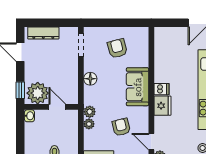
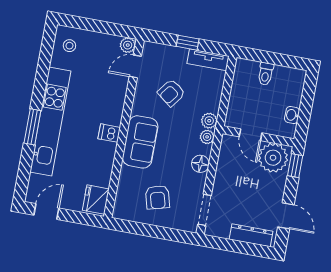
fridge: (162, 106) -> (96, 200), moved
washbasin: (29, 116) -> (292, 115), moved
plant: (89, 124) -> (207, 137), moved
armchair: (121, 127) -> (171, 93), turned 51
door: (151, 142) -> (135, 66), swing flipped

